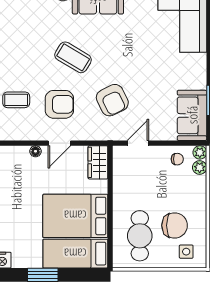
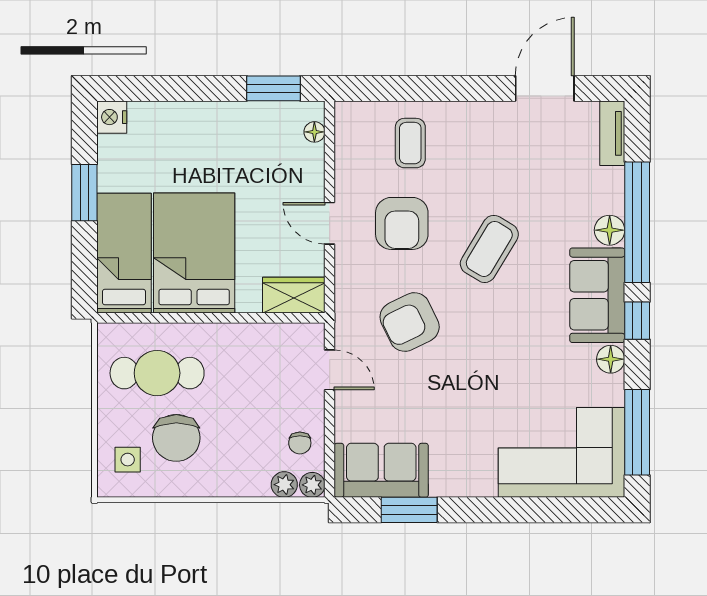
floor lamp: (35, 151) -> (314, 132), moved

